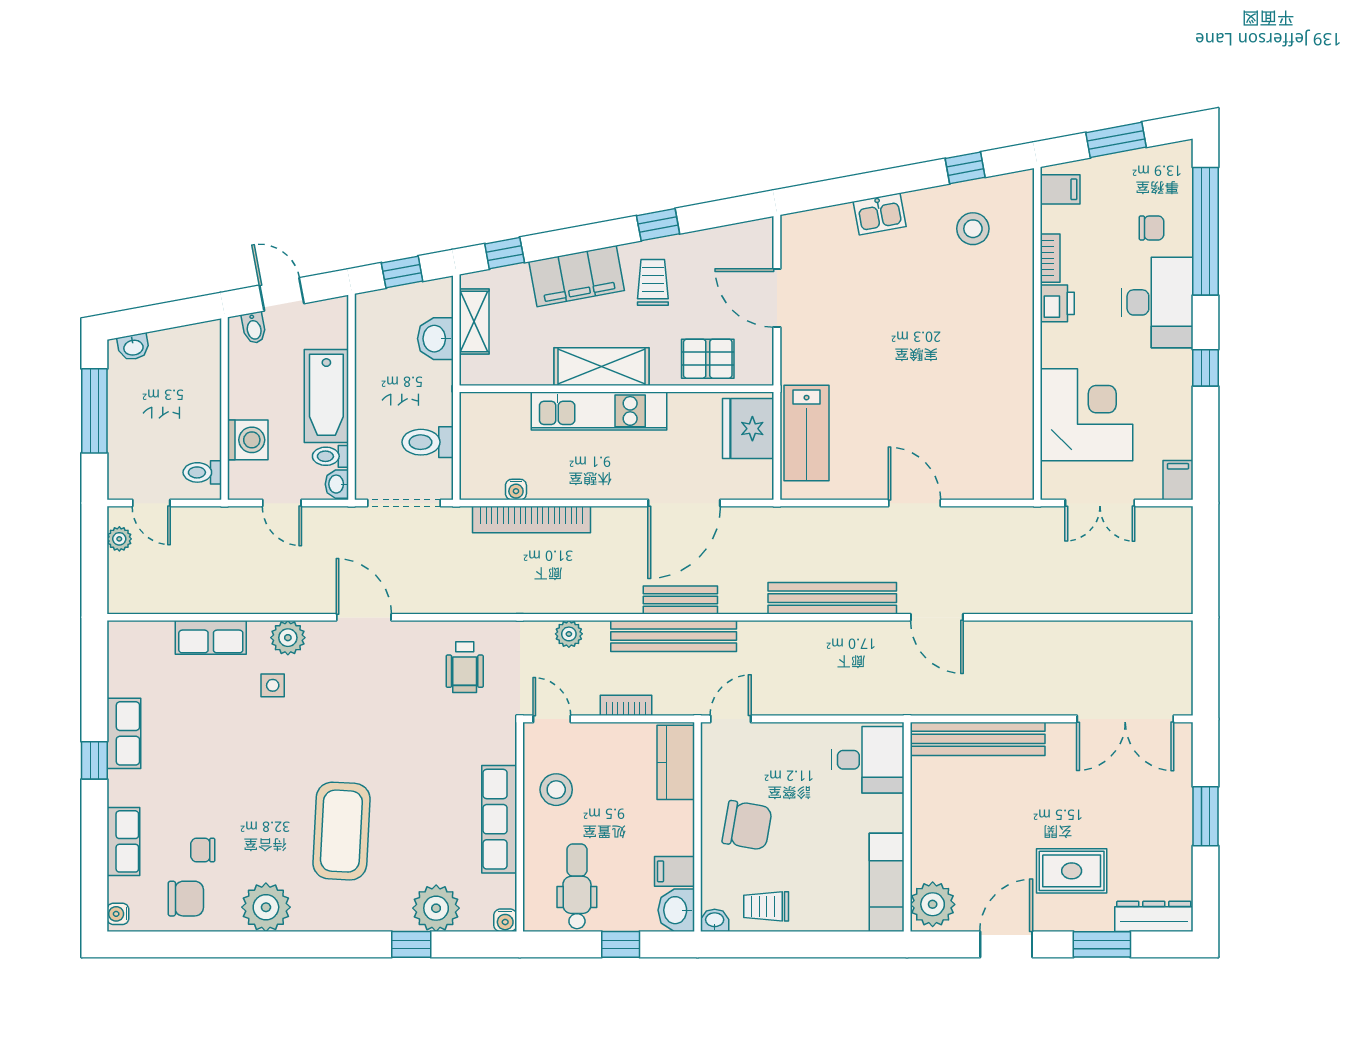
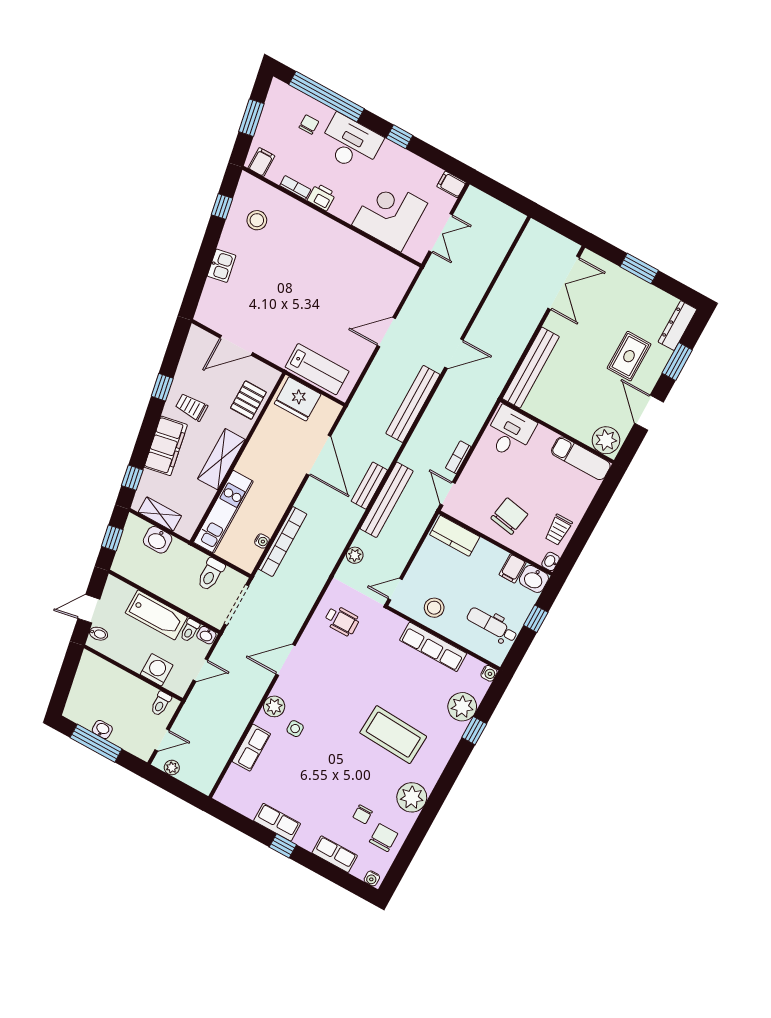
washbasin: (133, 347) -> (102, 729), moved, turned -80
kitchen unit: (599, 411) -> (223, 512), moved
bookcase: (626, 705) -> (458, 457), moved

